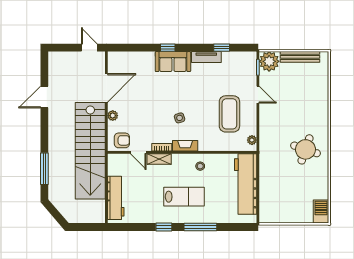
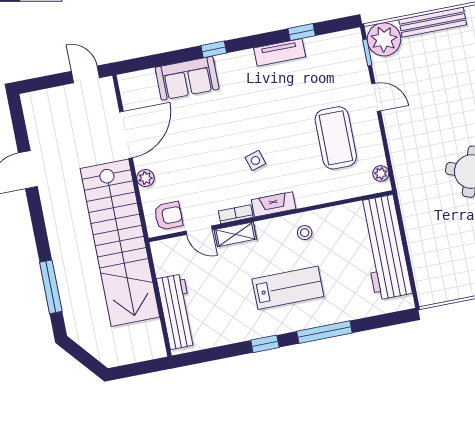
sofa: (173, 62) -> (187, 78), moved

